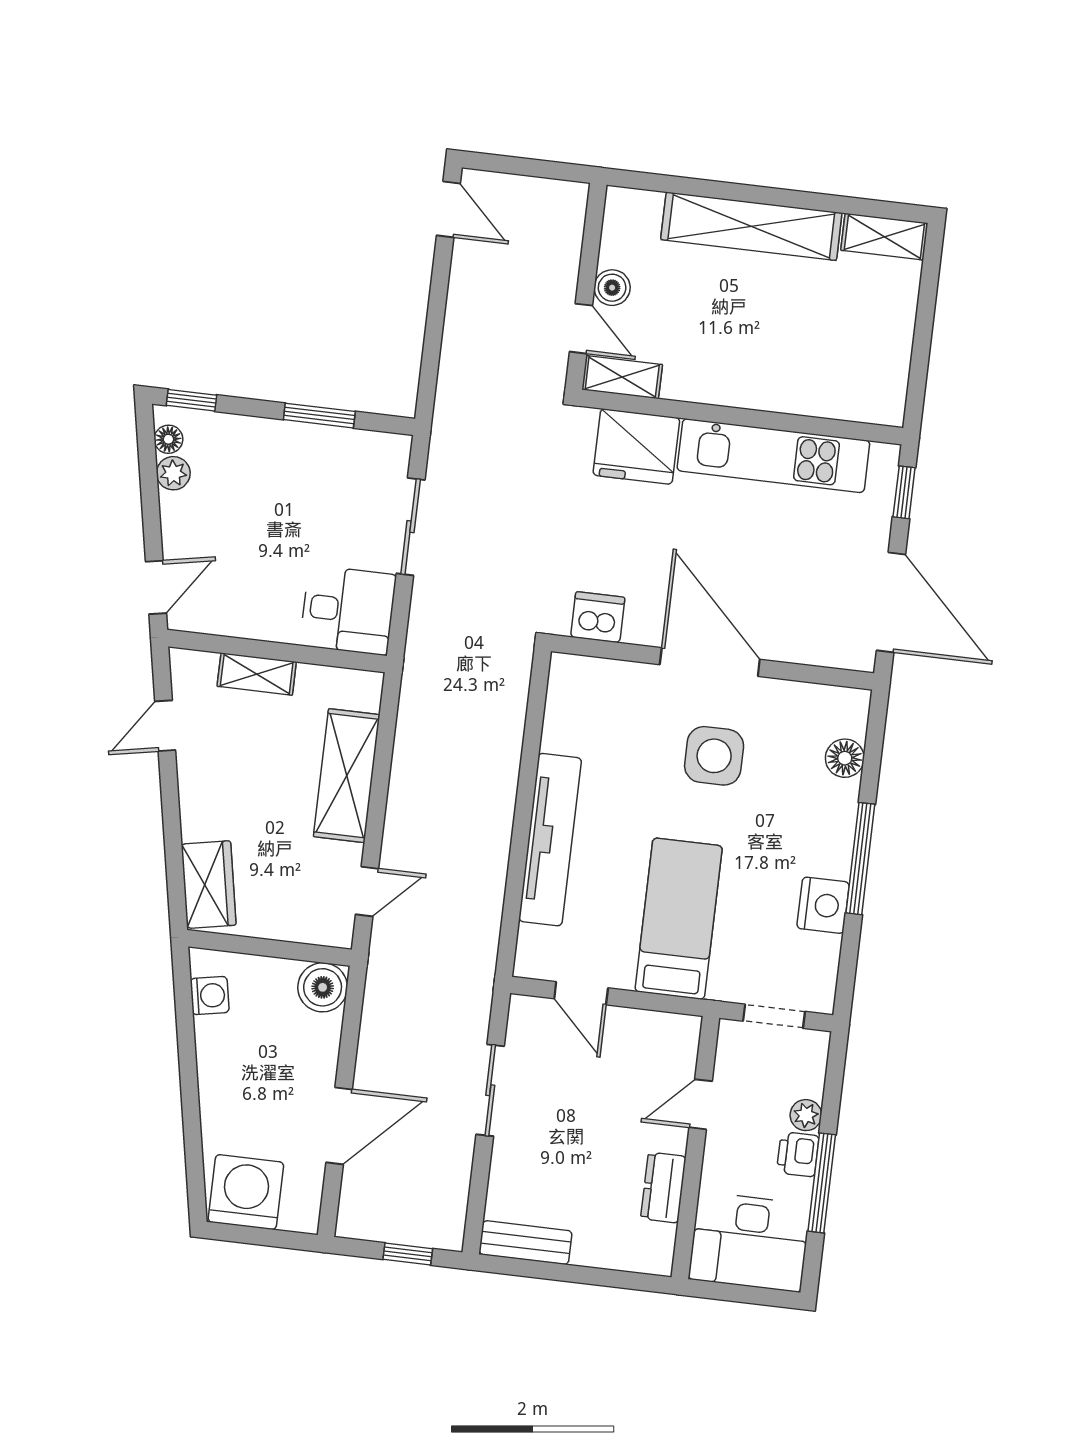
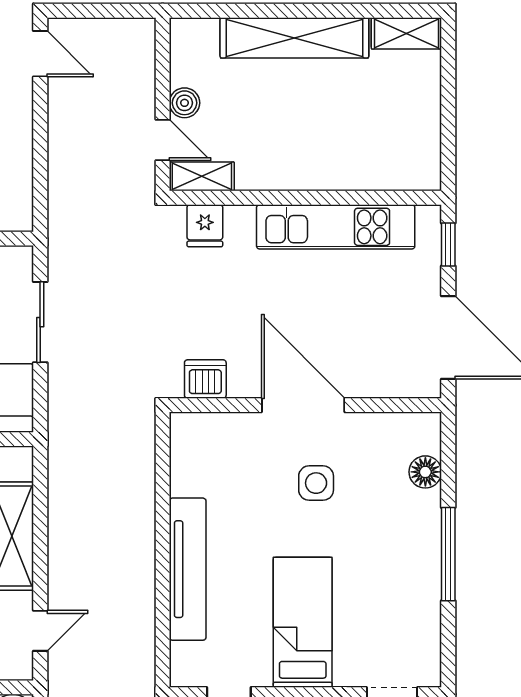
fridge: (636, 447) -> (205, 226), width x0.53, depth x0.75
side table: (714, 756) -> (316, 483), width x0.73, depth x0.73
nightstand: (823, 905) -> (422, 597), removed

